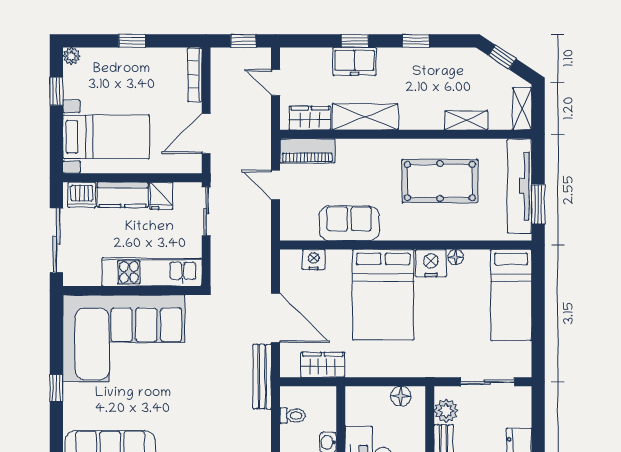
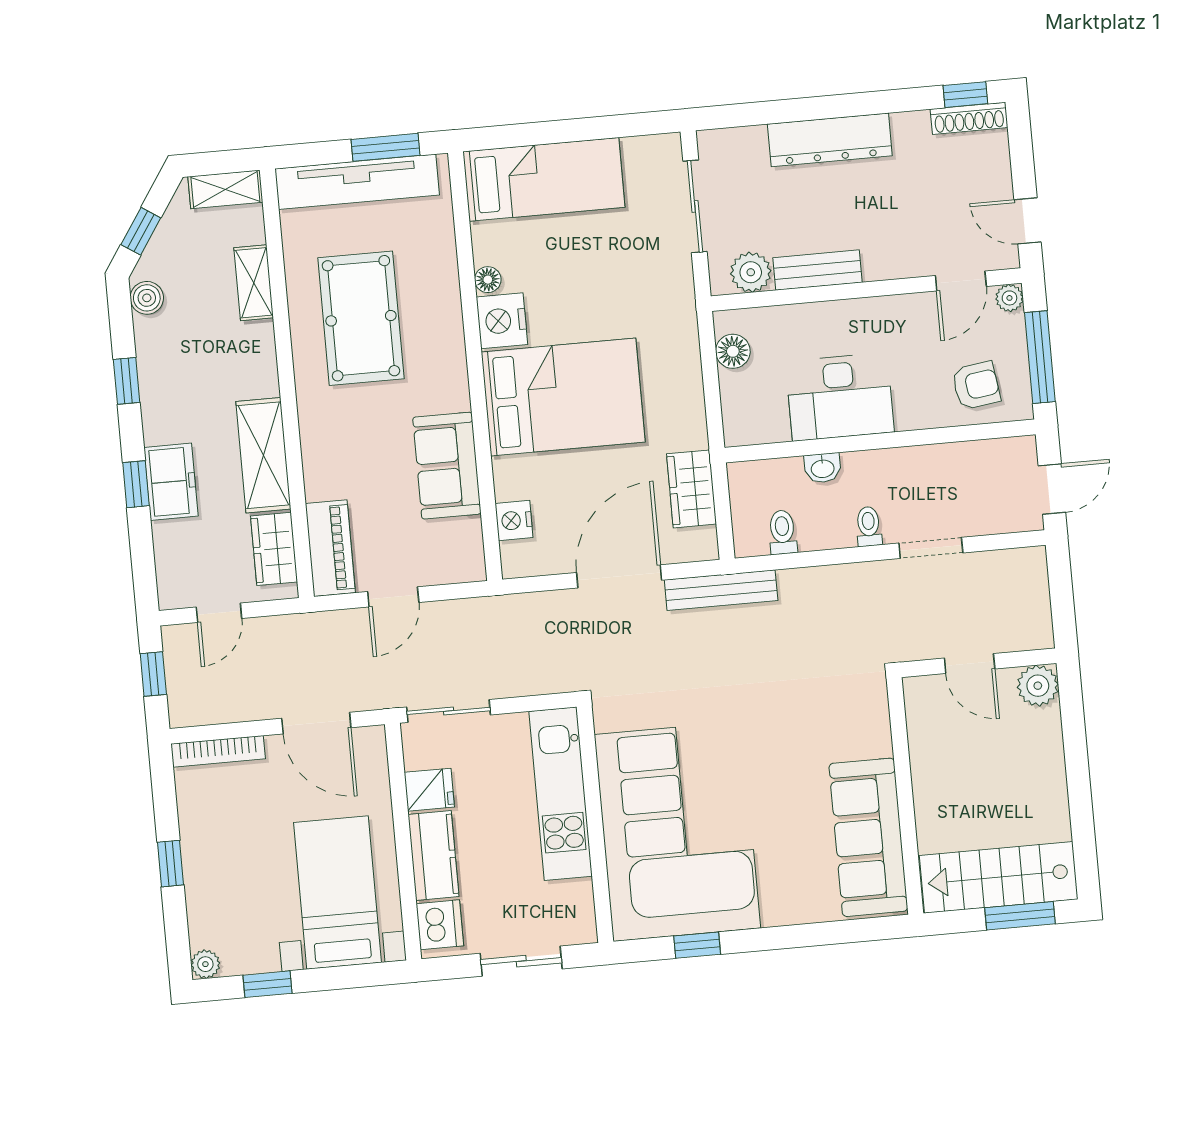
boiler: (463, 57) -> (147, 298), added
sliding door: (56, 240) -> (521, 961), width x0.73
window: (56, 388) -> (697, 945), moved

